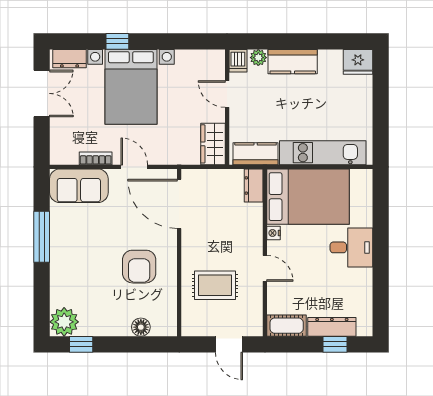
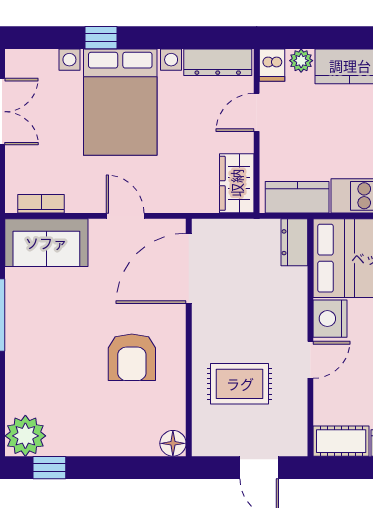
dresser: (70, 59) -> (218, 62), moved, width x1.44
door: (227, 94) -> (257, 112), hinge flipped
bookcase: (96, 158) -> (41, 204), moved
door: (179, 204) -> (189, 268), hinge flipped
nightstand: (274, 233) -> (330, 319), width x1.89, depth x1.79
door: (265, 268) -> (310, 360), hinge flipped
floor lamp: (141, 327) -> (173, 443), moved

